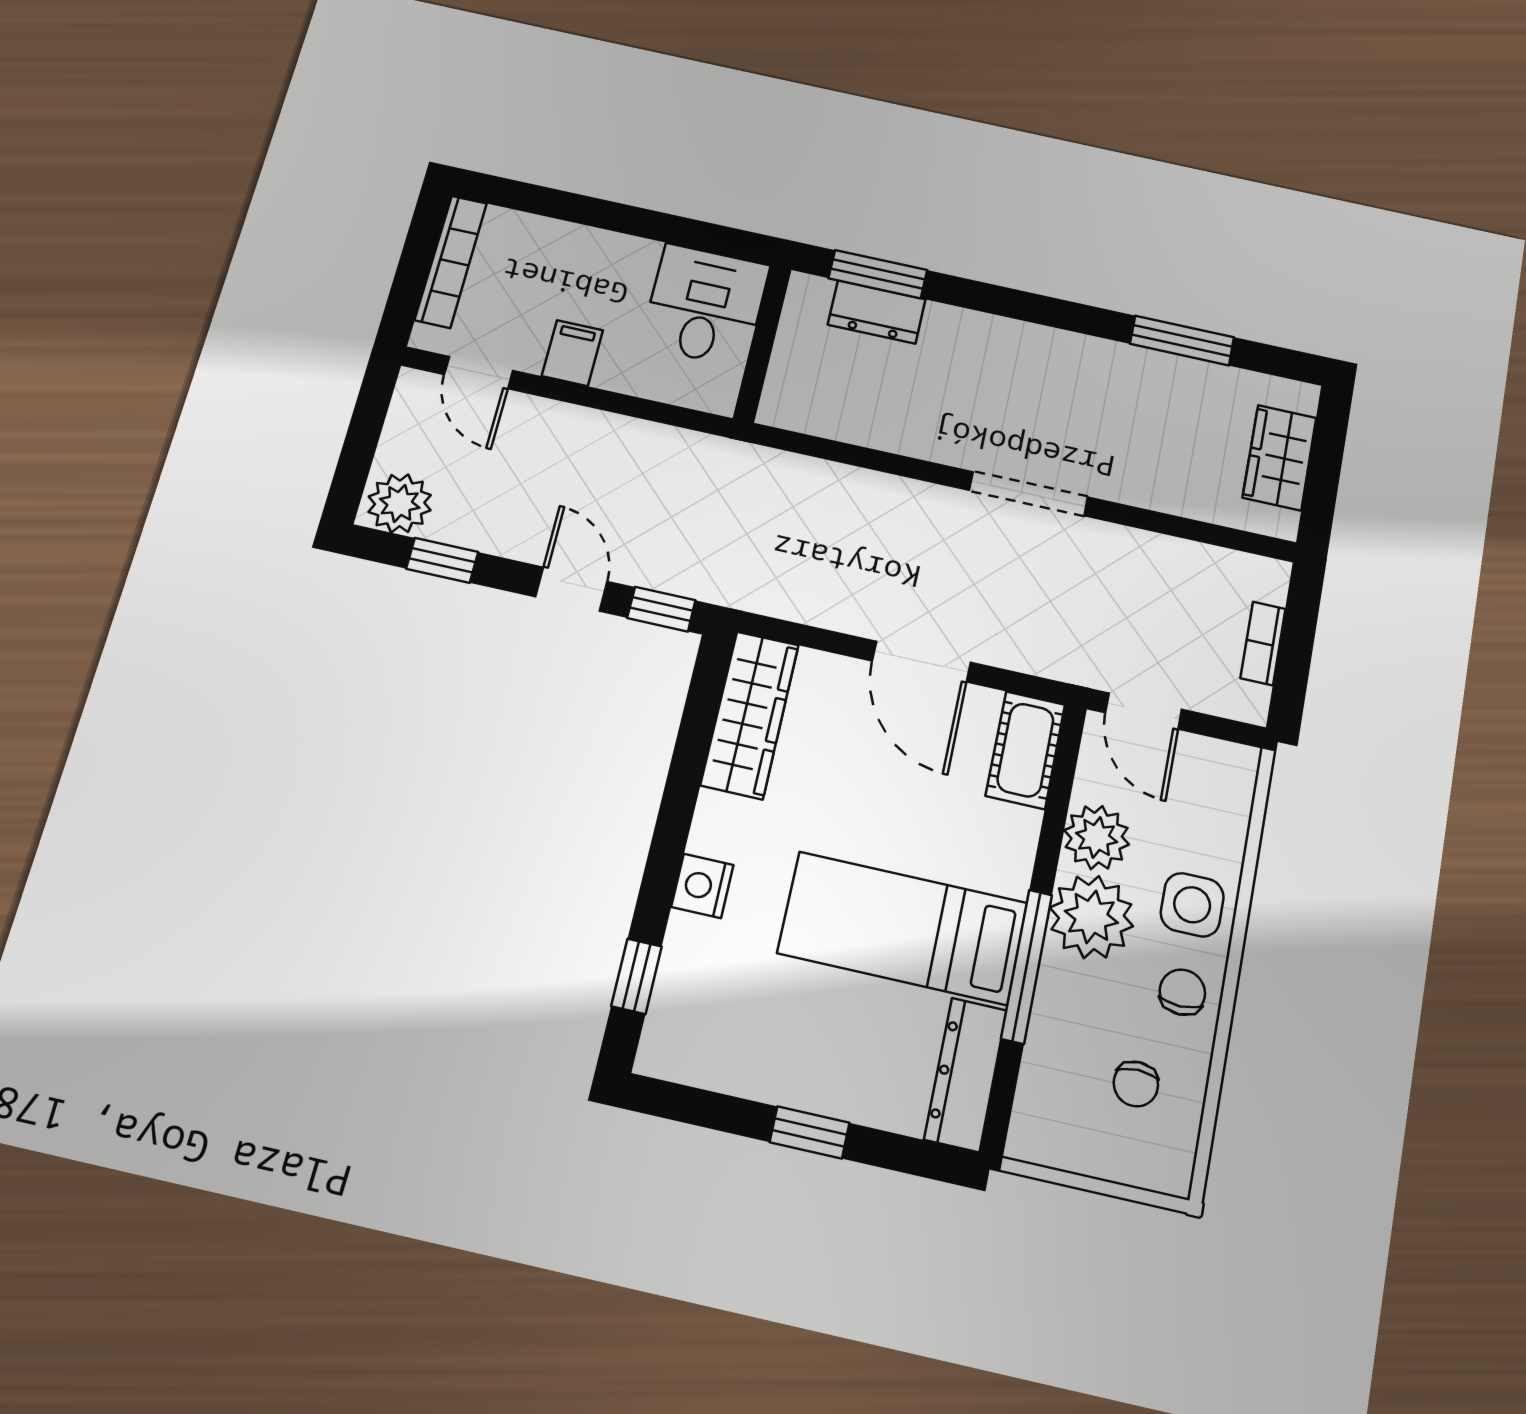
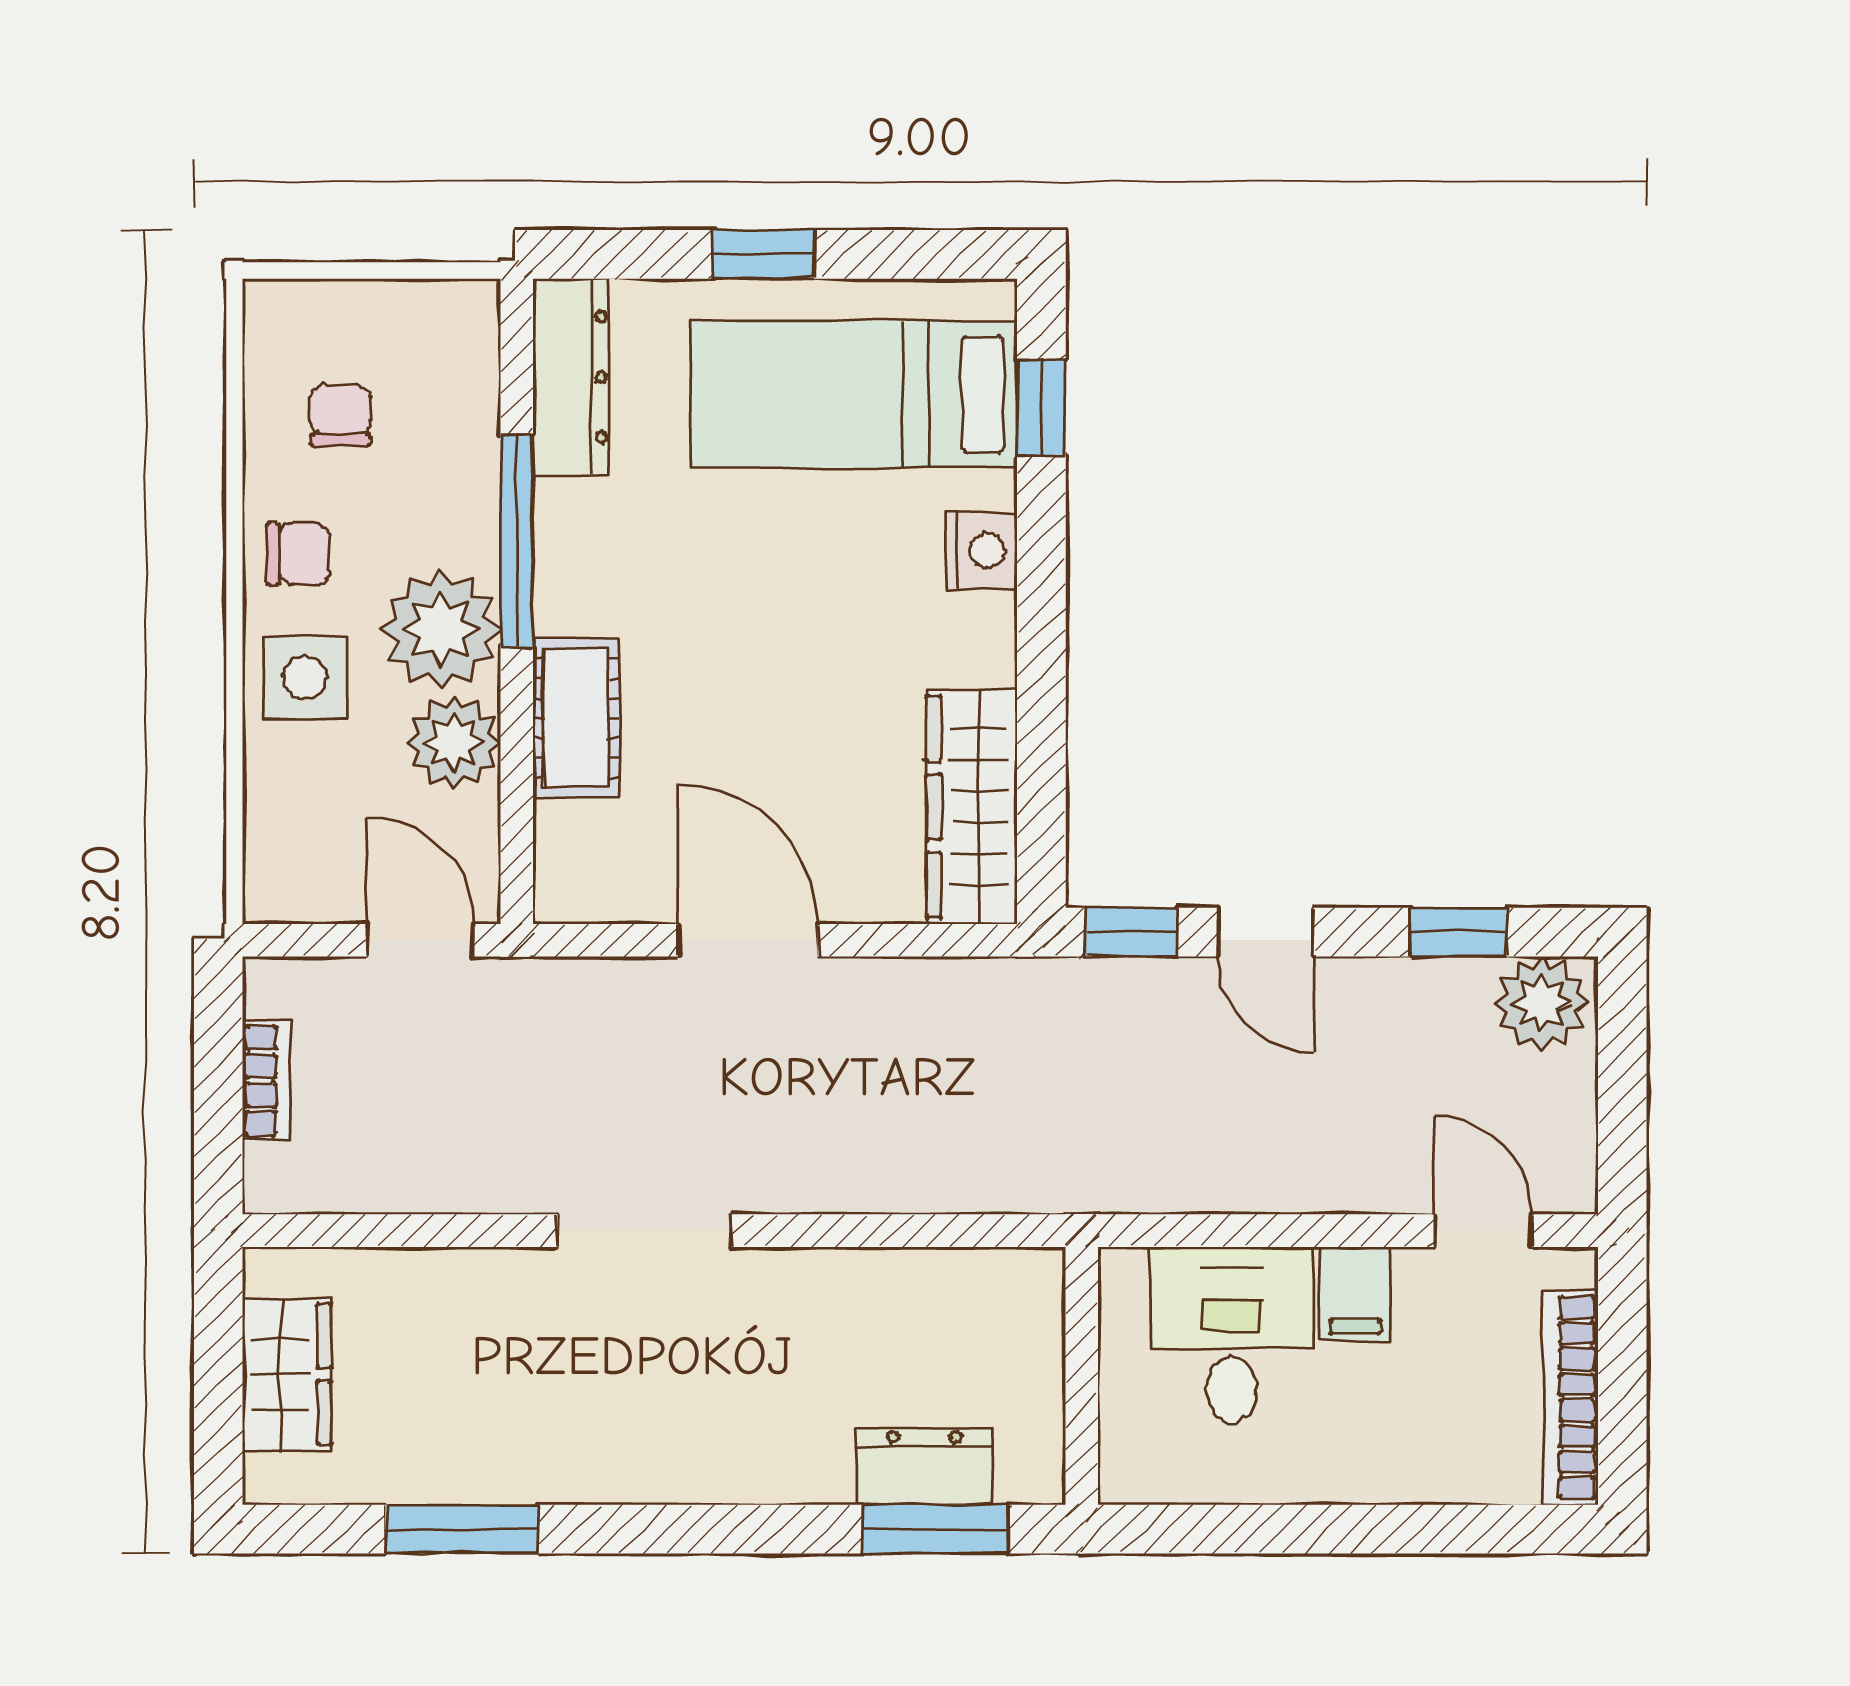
desk: (705, 305) -> (1232, 1335), moved, turned 180
cot: (1025, 750) -> (576, 718), moved
bed: (903, 928) -> (854, 394), moved, turned 180
chair: (1182, 992) -> (298, 554), turned -90

